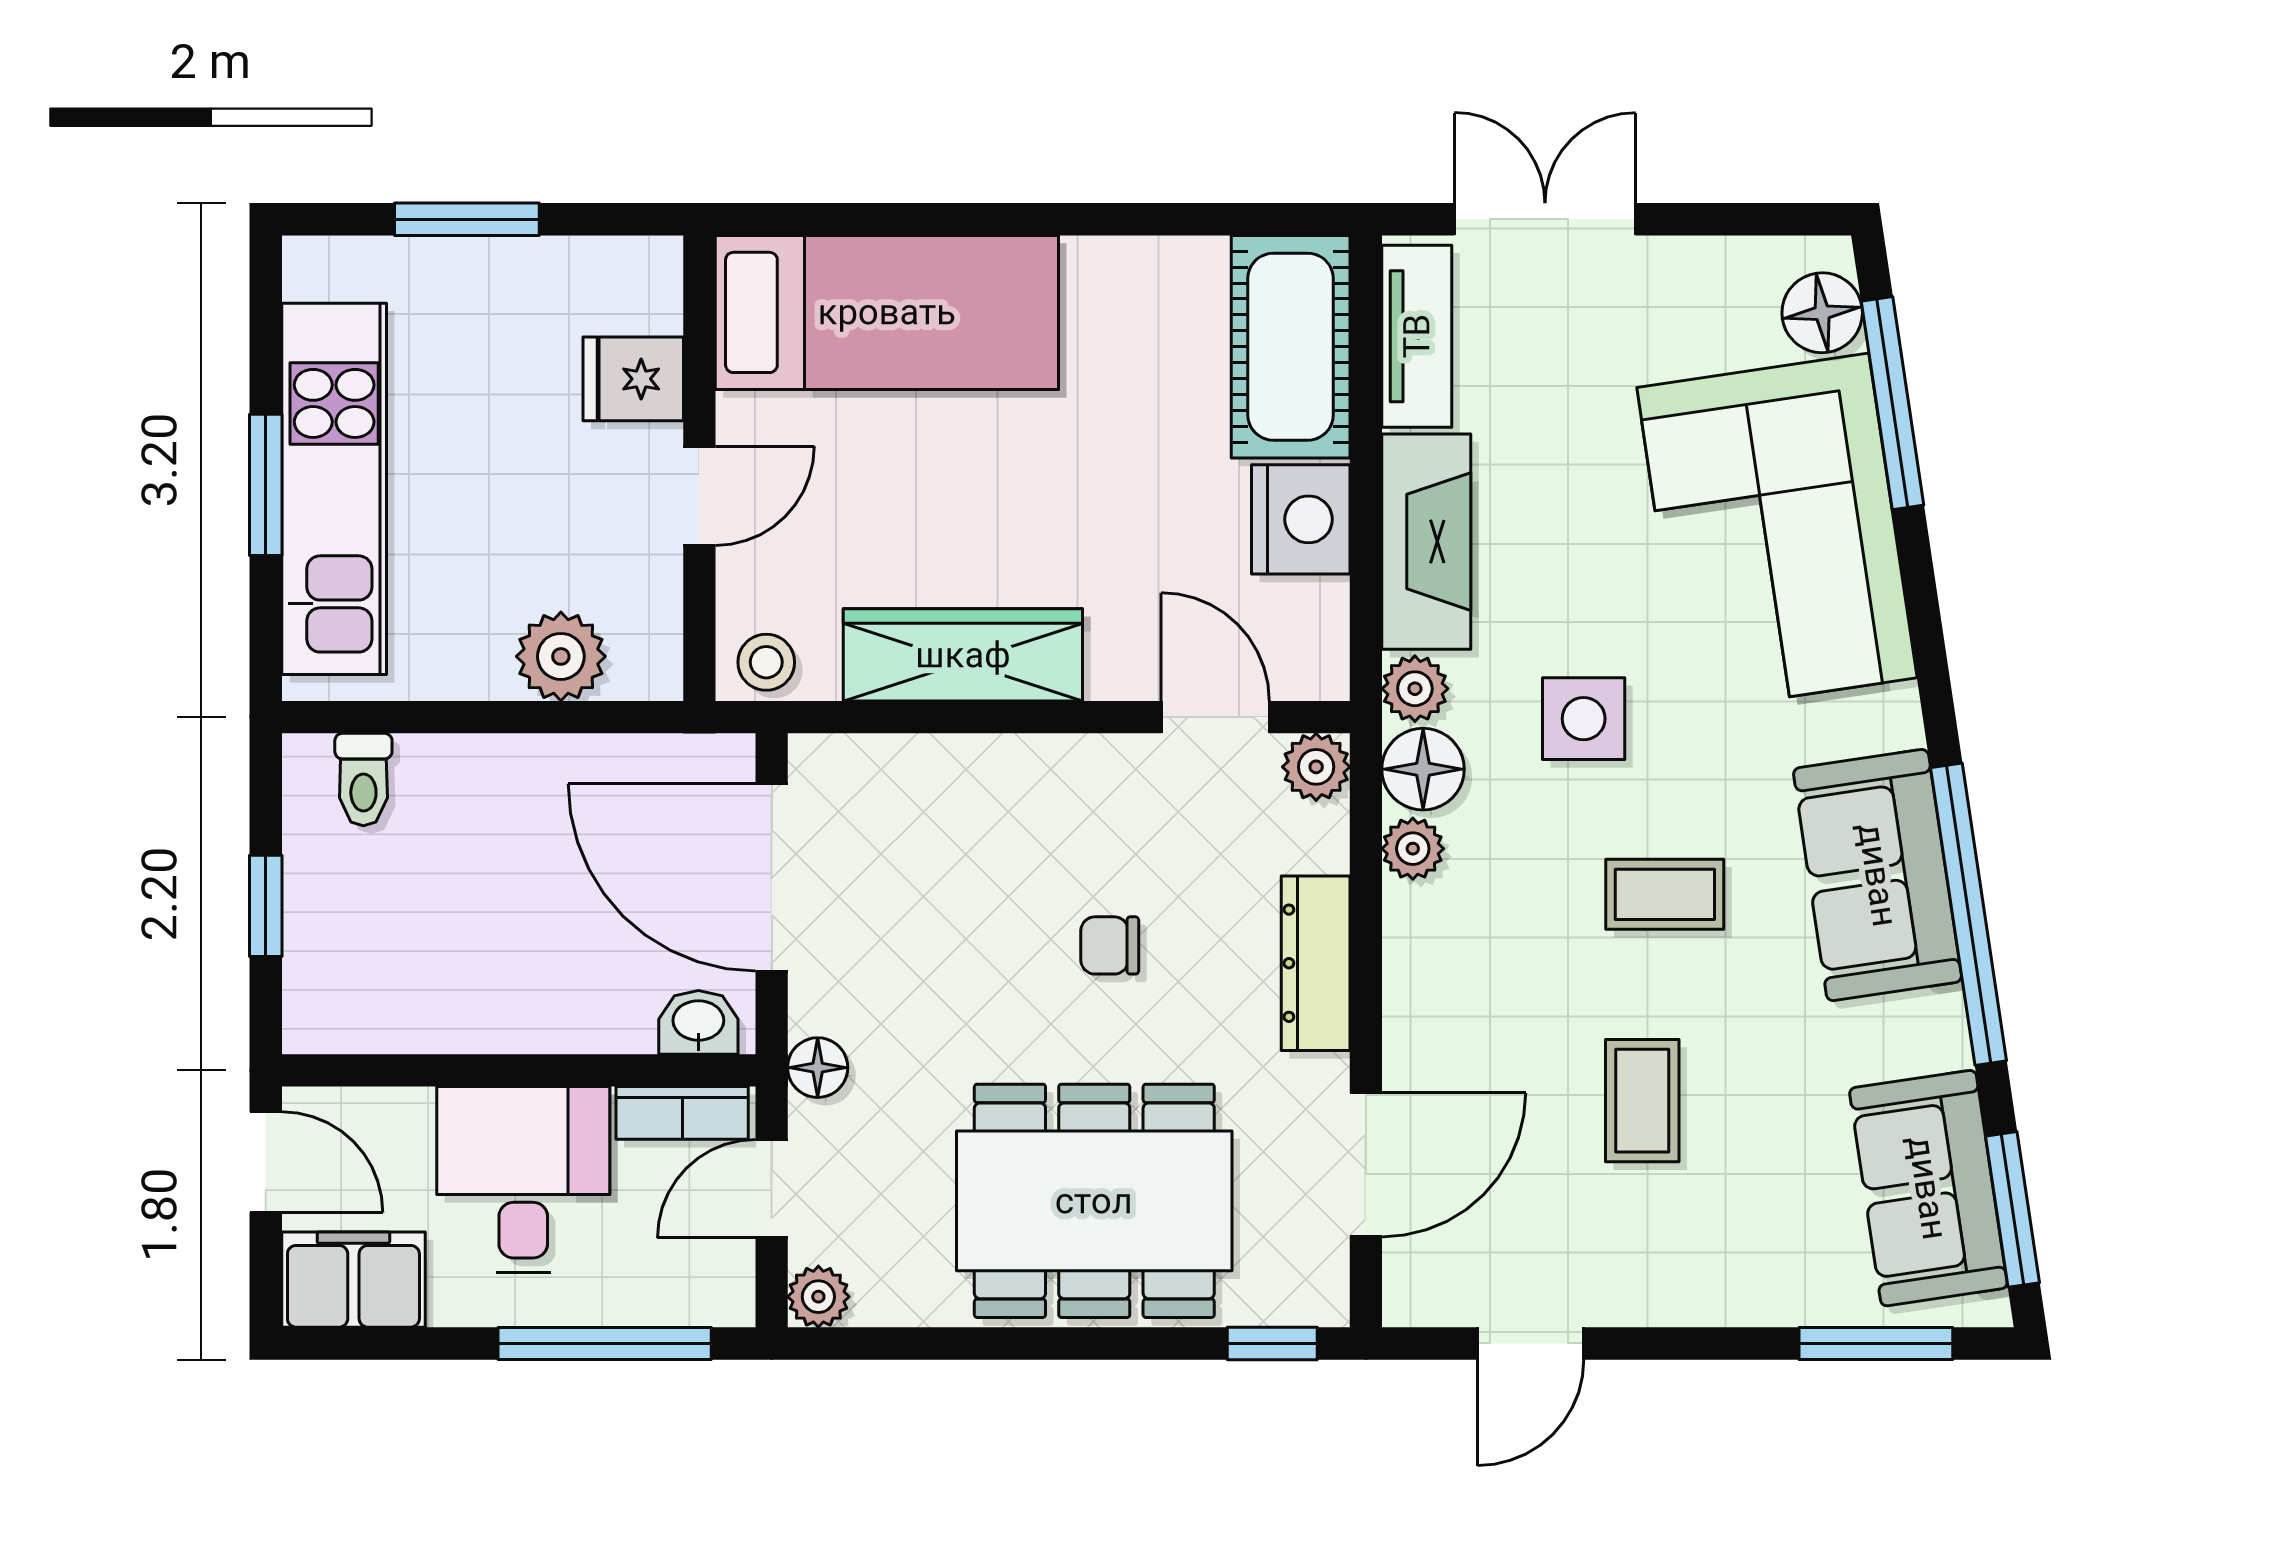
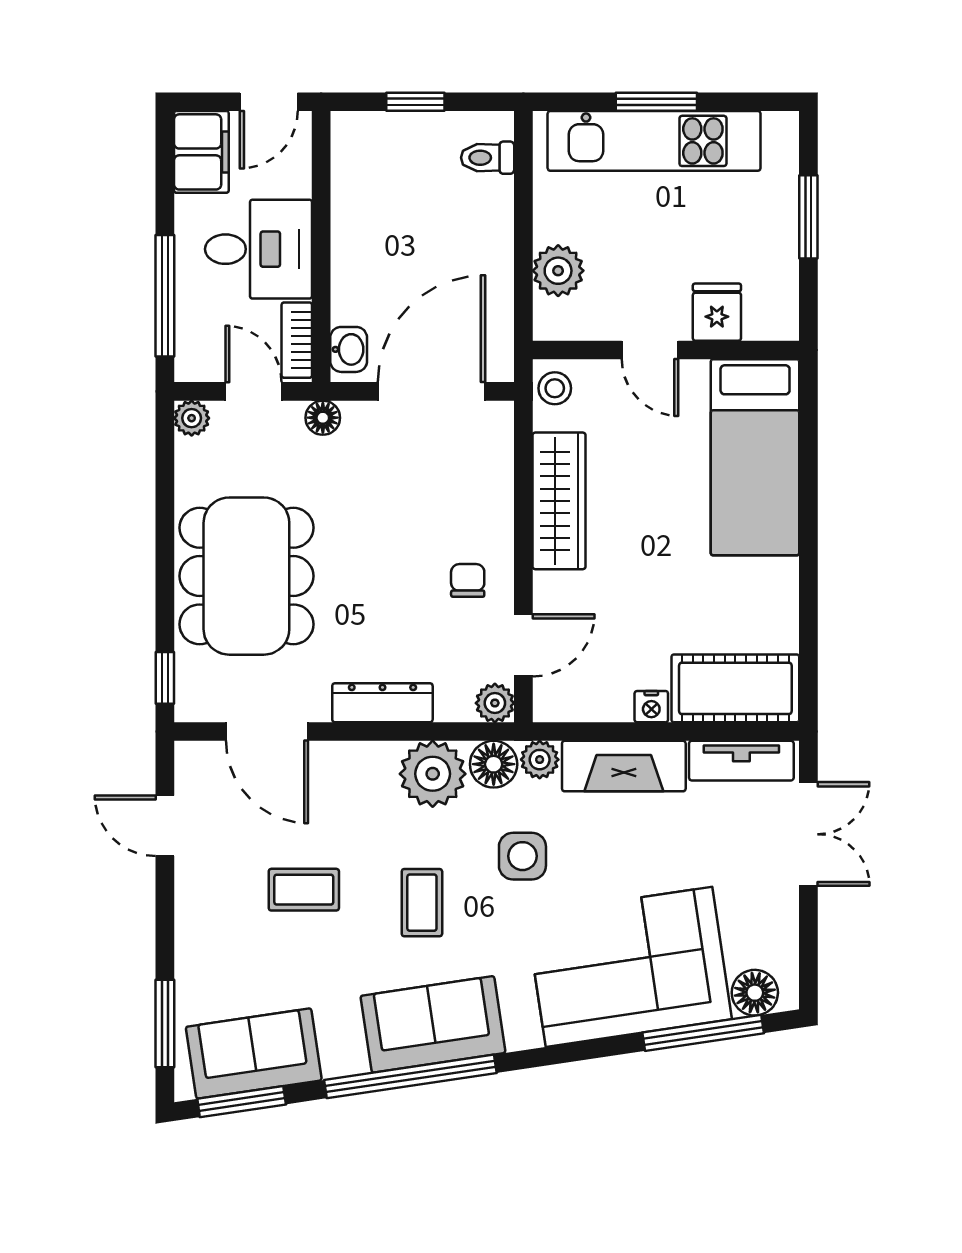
nightstand: (1301, 519) -> (651, 707), width x0.53, depth x0.56
plant: (1413, 849) -> (433, 774), width x1.88, depth x1.88
chair: (1110, 945) -> (468, 580), moved

